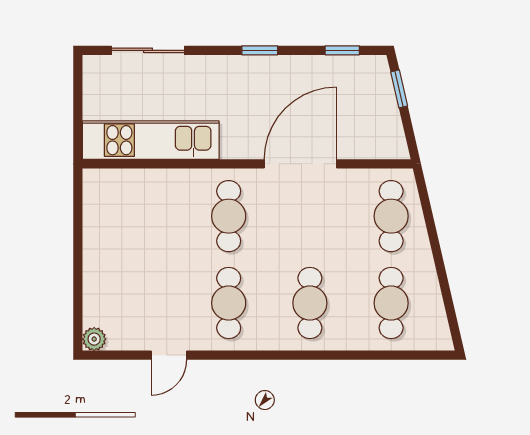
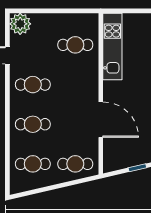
cafe table: (229, 216) -> (75, 45), moved
plant: (94, 339) -> (20, 24), width x1.88, depth x1.88

